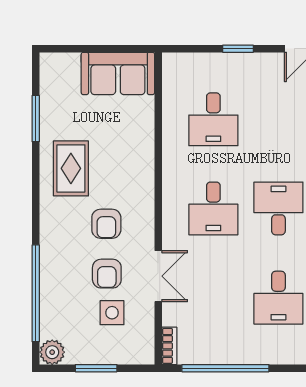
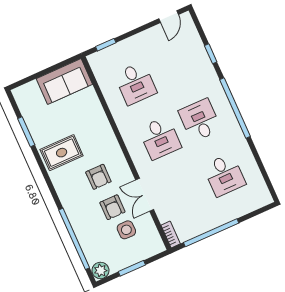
window: (238, 49) -> (106, 45), moved
rug: (71, 168) -> (62, 153), turned 90
double door: (158, 276) -> (145, 195), swing flipped

